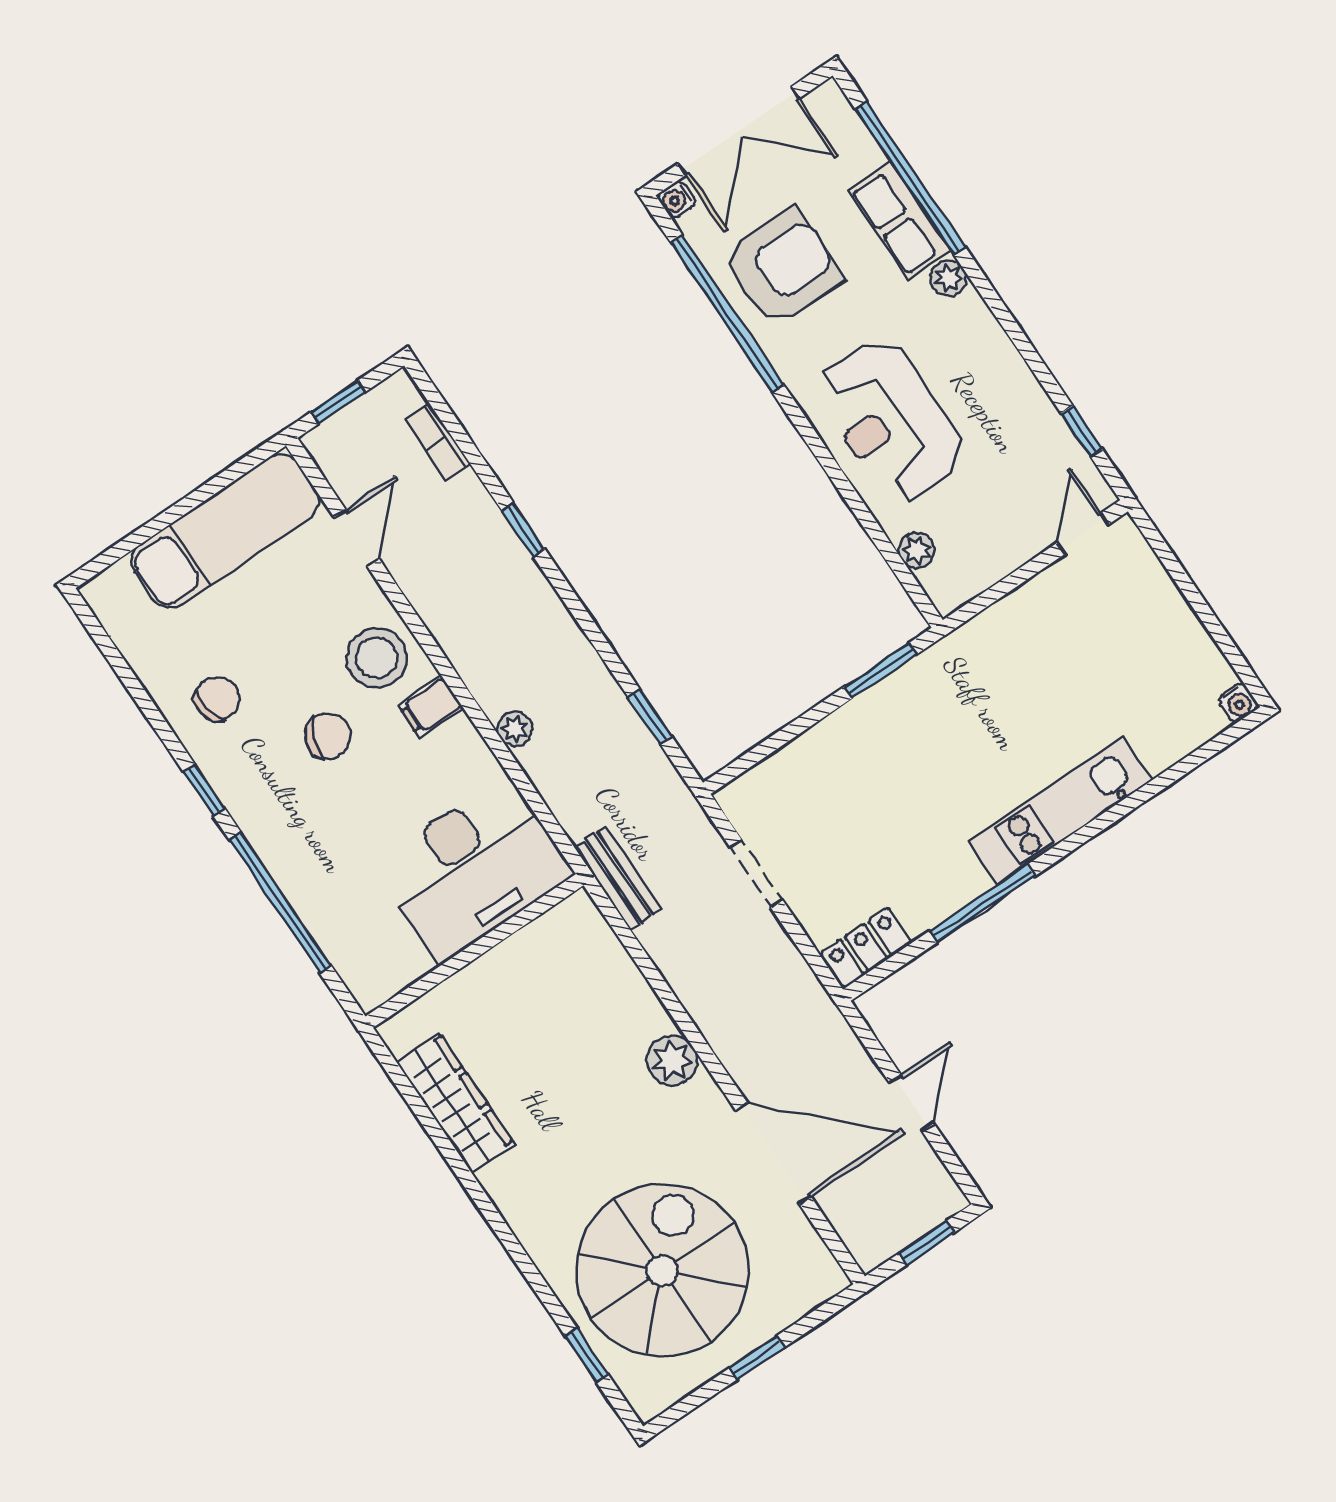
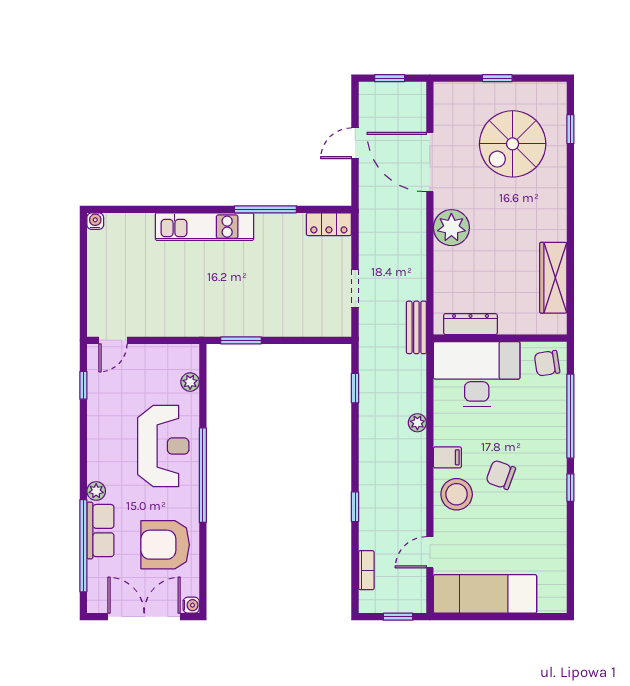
window: (727, 313) -> (203, 475), moved
chair: (217, 699) -> (547, 363), moved
dresser: (536, 941) -> (470, 324), added
plant: (672, 1060) -> (451, 228), width x1.36, depth x1.36
spiral stairs: (662, 1270) -> (513, 144), width x0.73, depth x0.73

